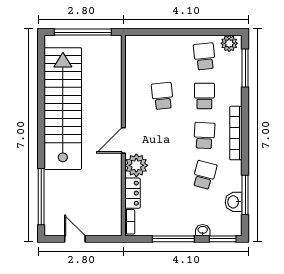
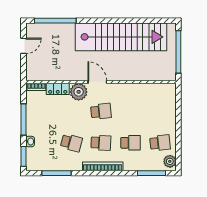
school desk: (162, 96) -> (101, 111), moved
washbasin: (234, 202) -> (51, 165), removed

